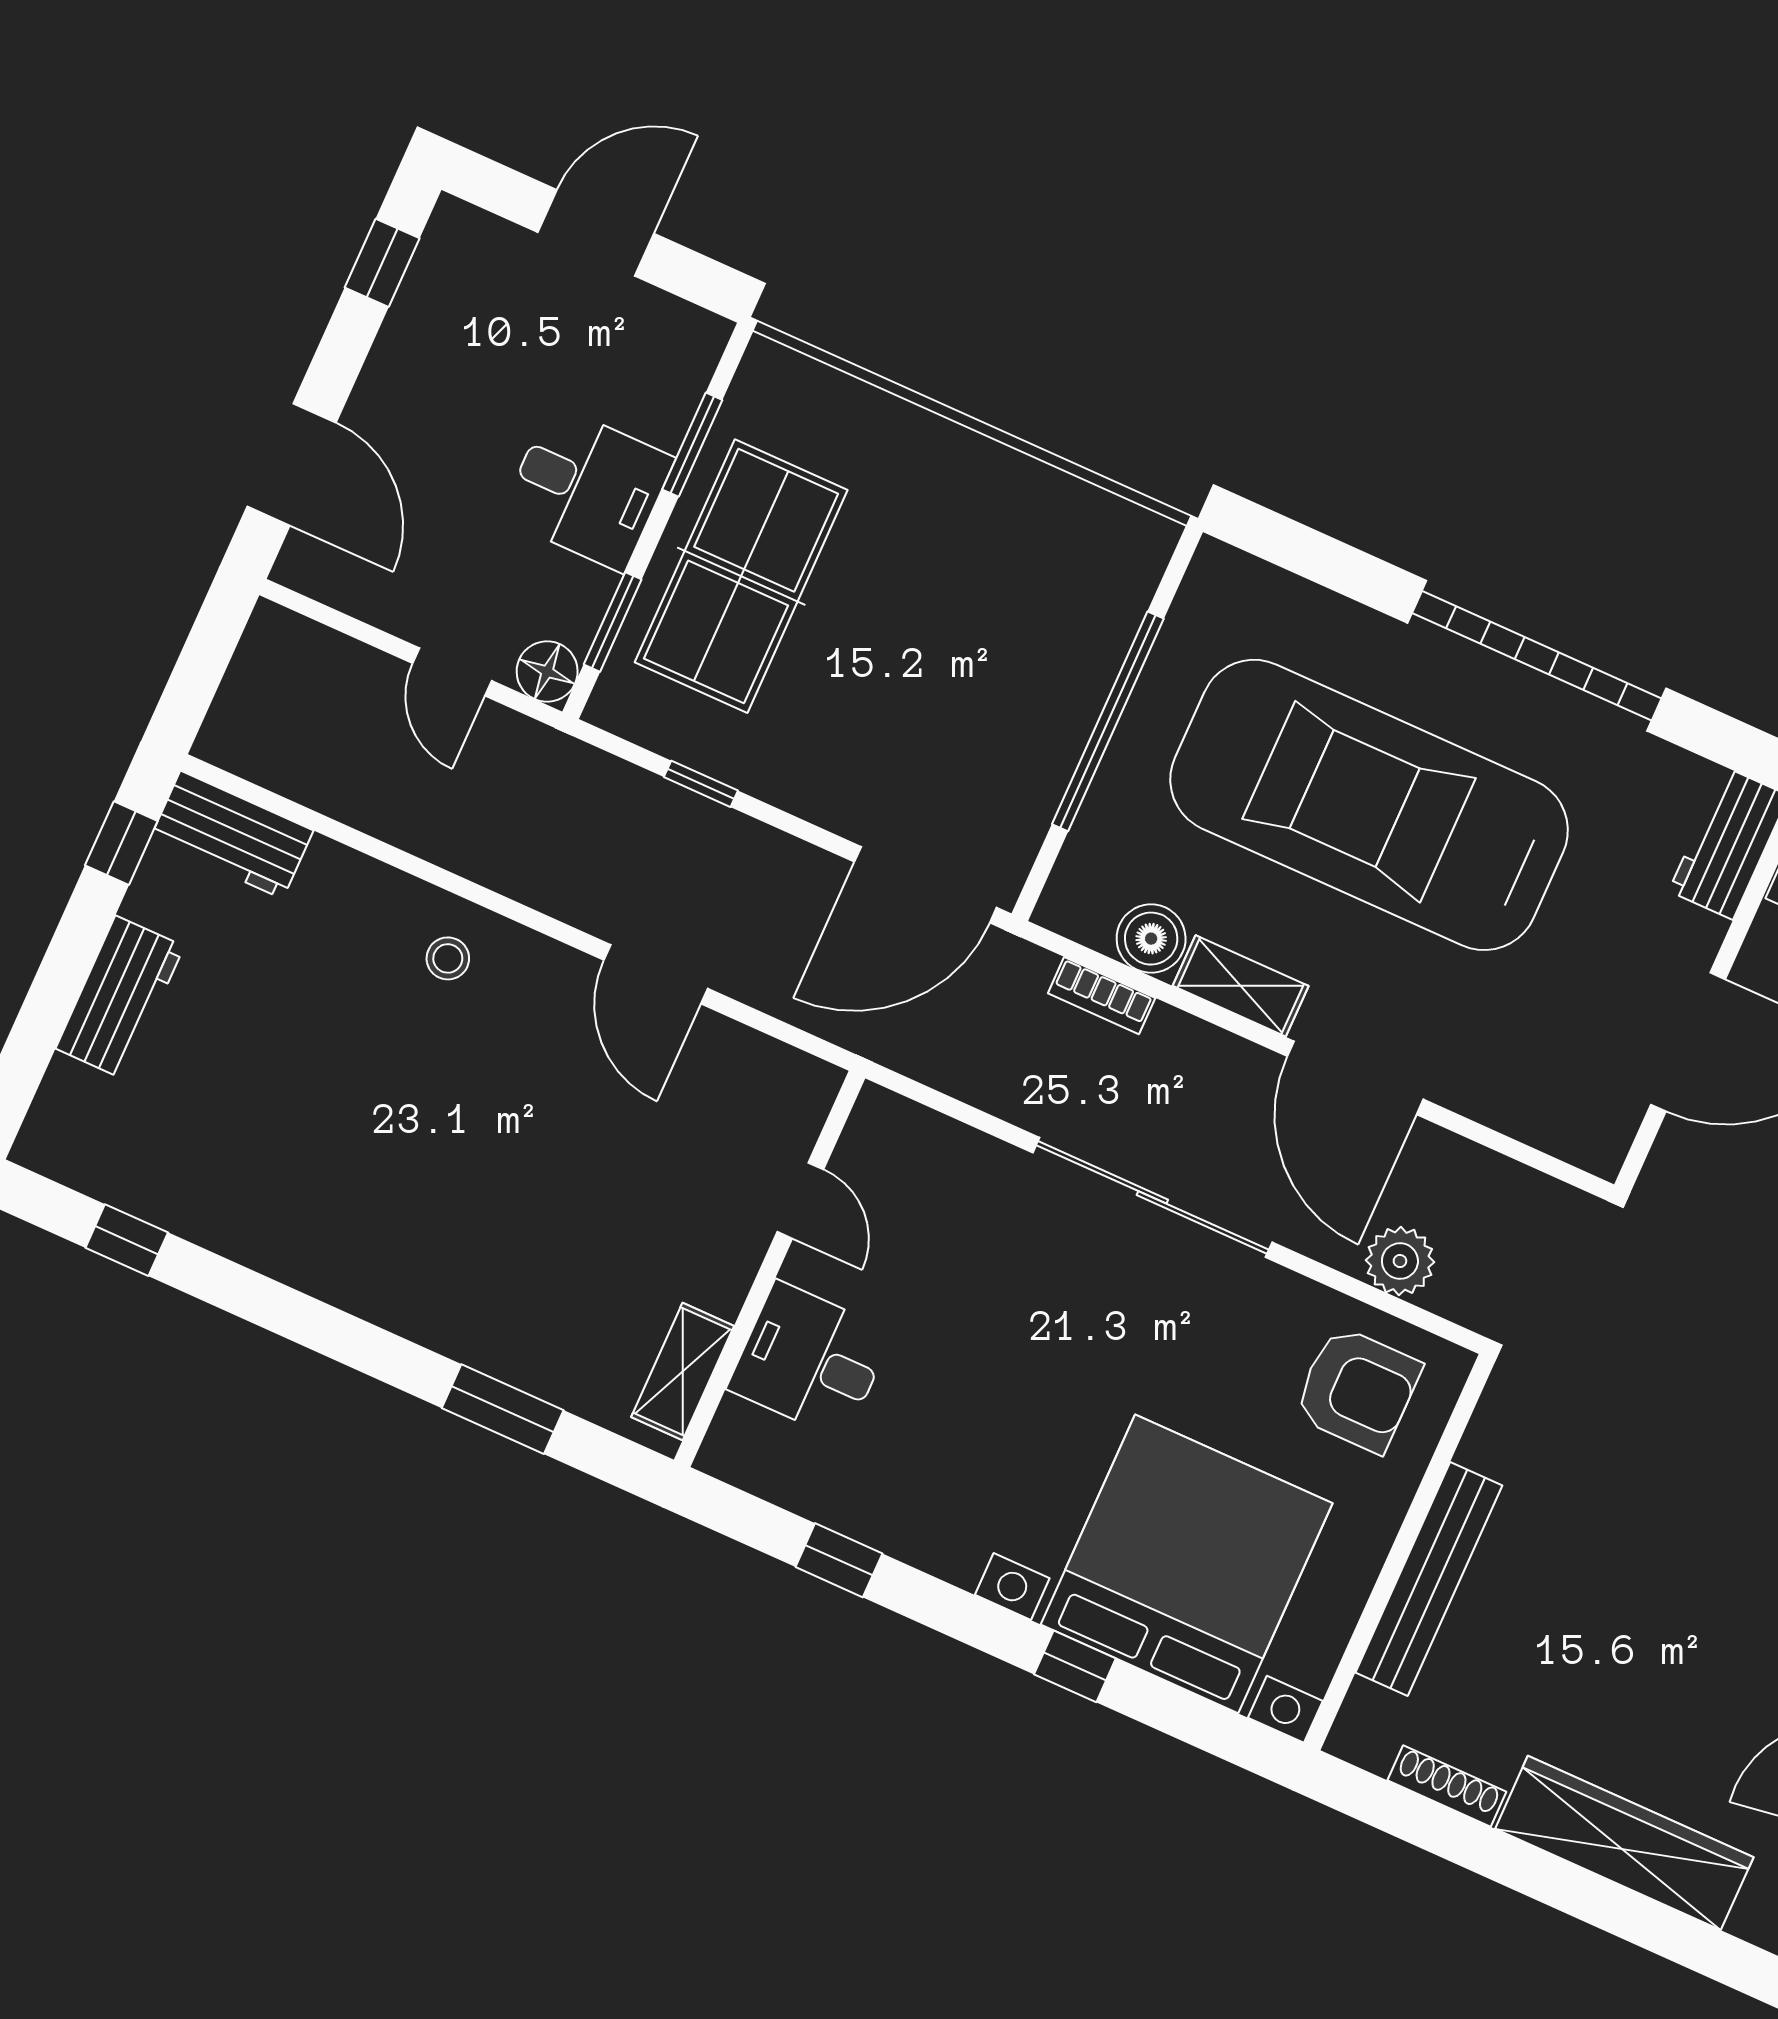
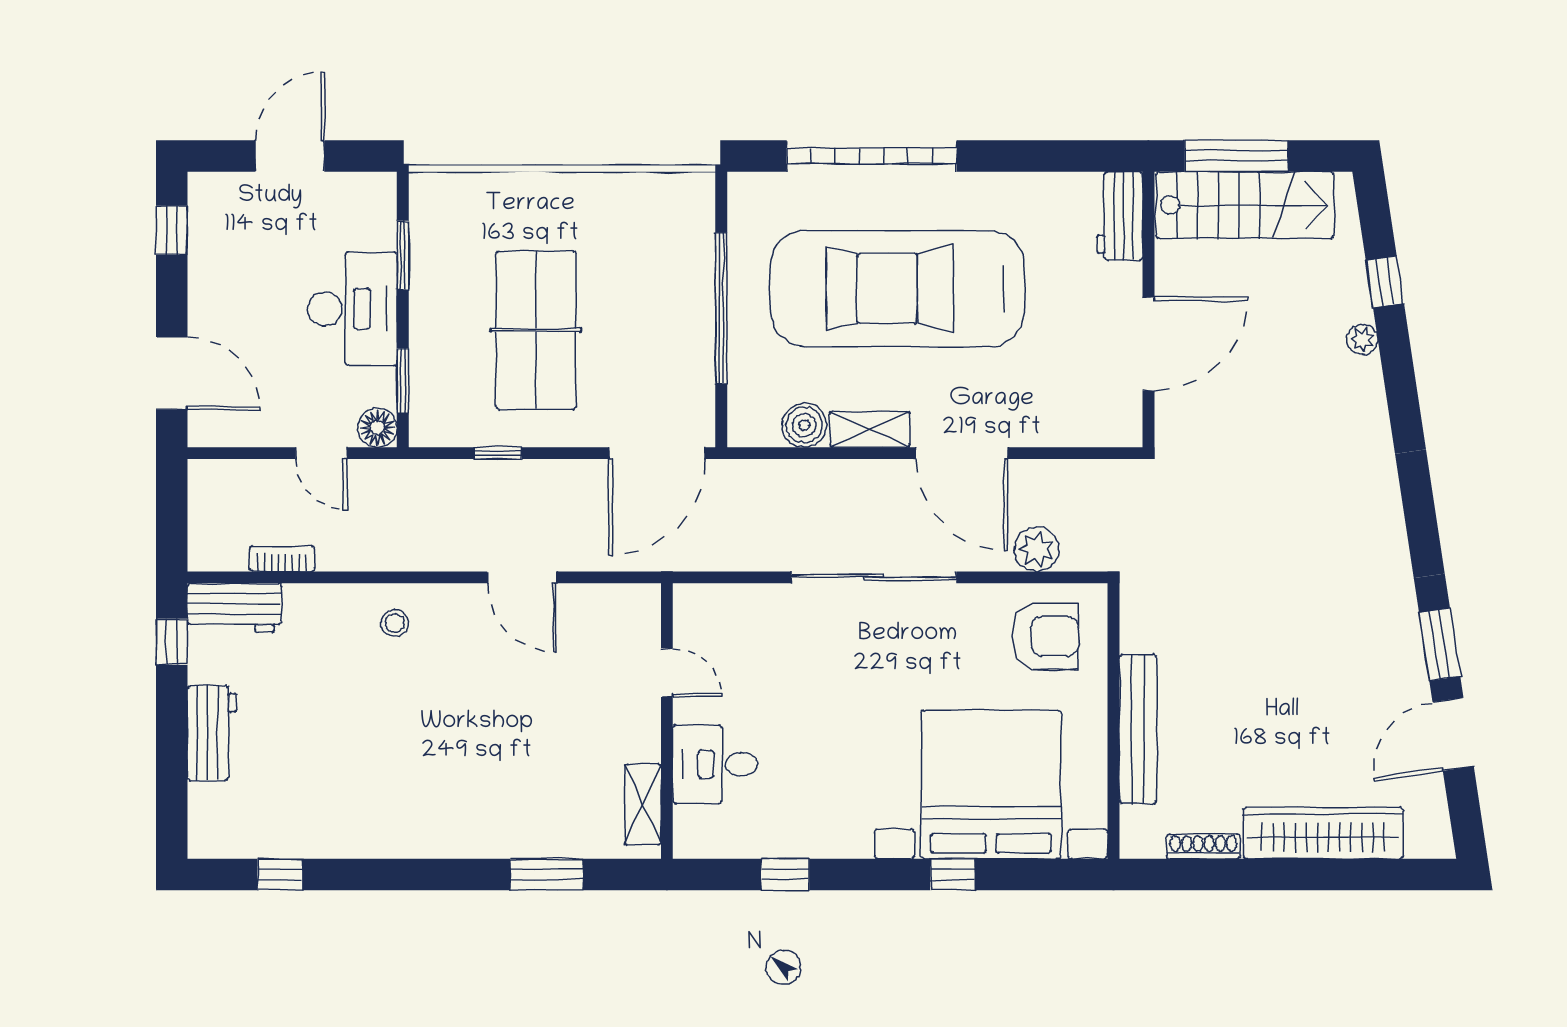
desk: (587, 488) -> (352, 309), width x1.37
table tennis table: (741, 576) -> (536, 330), moved
garage door: (1537, 656) -> (872, 156), moved
bookcase: (1102, 996) -> (282, 559), moved, turned 180

